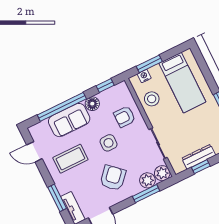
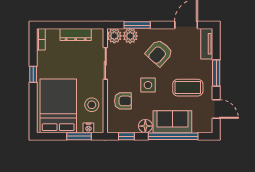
bed: (182, 83) -> (58, 106), width x1.50
window: (201, 167) -> (78, 25), removed
window: (57, 198) -> (216, 73), moved

